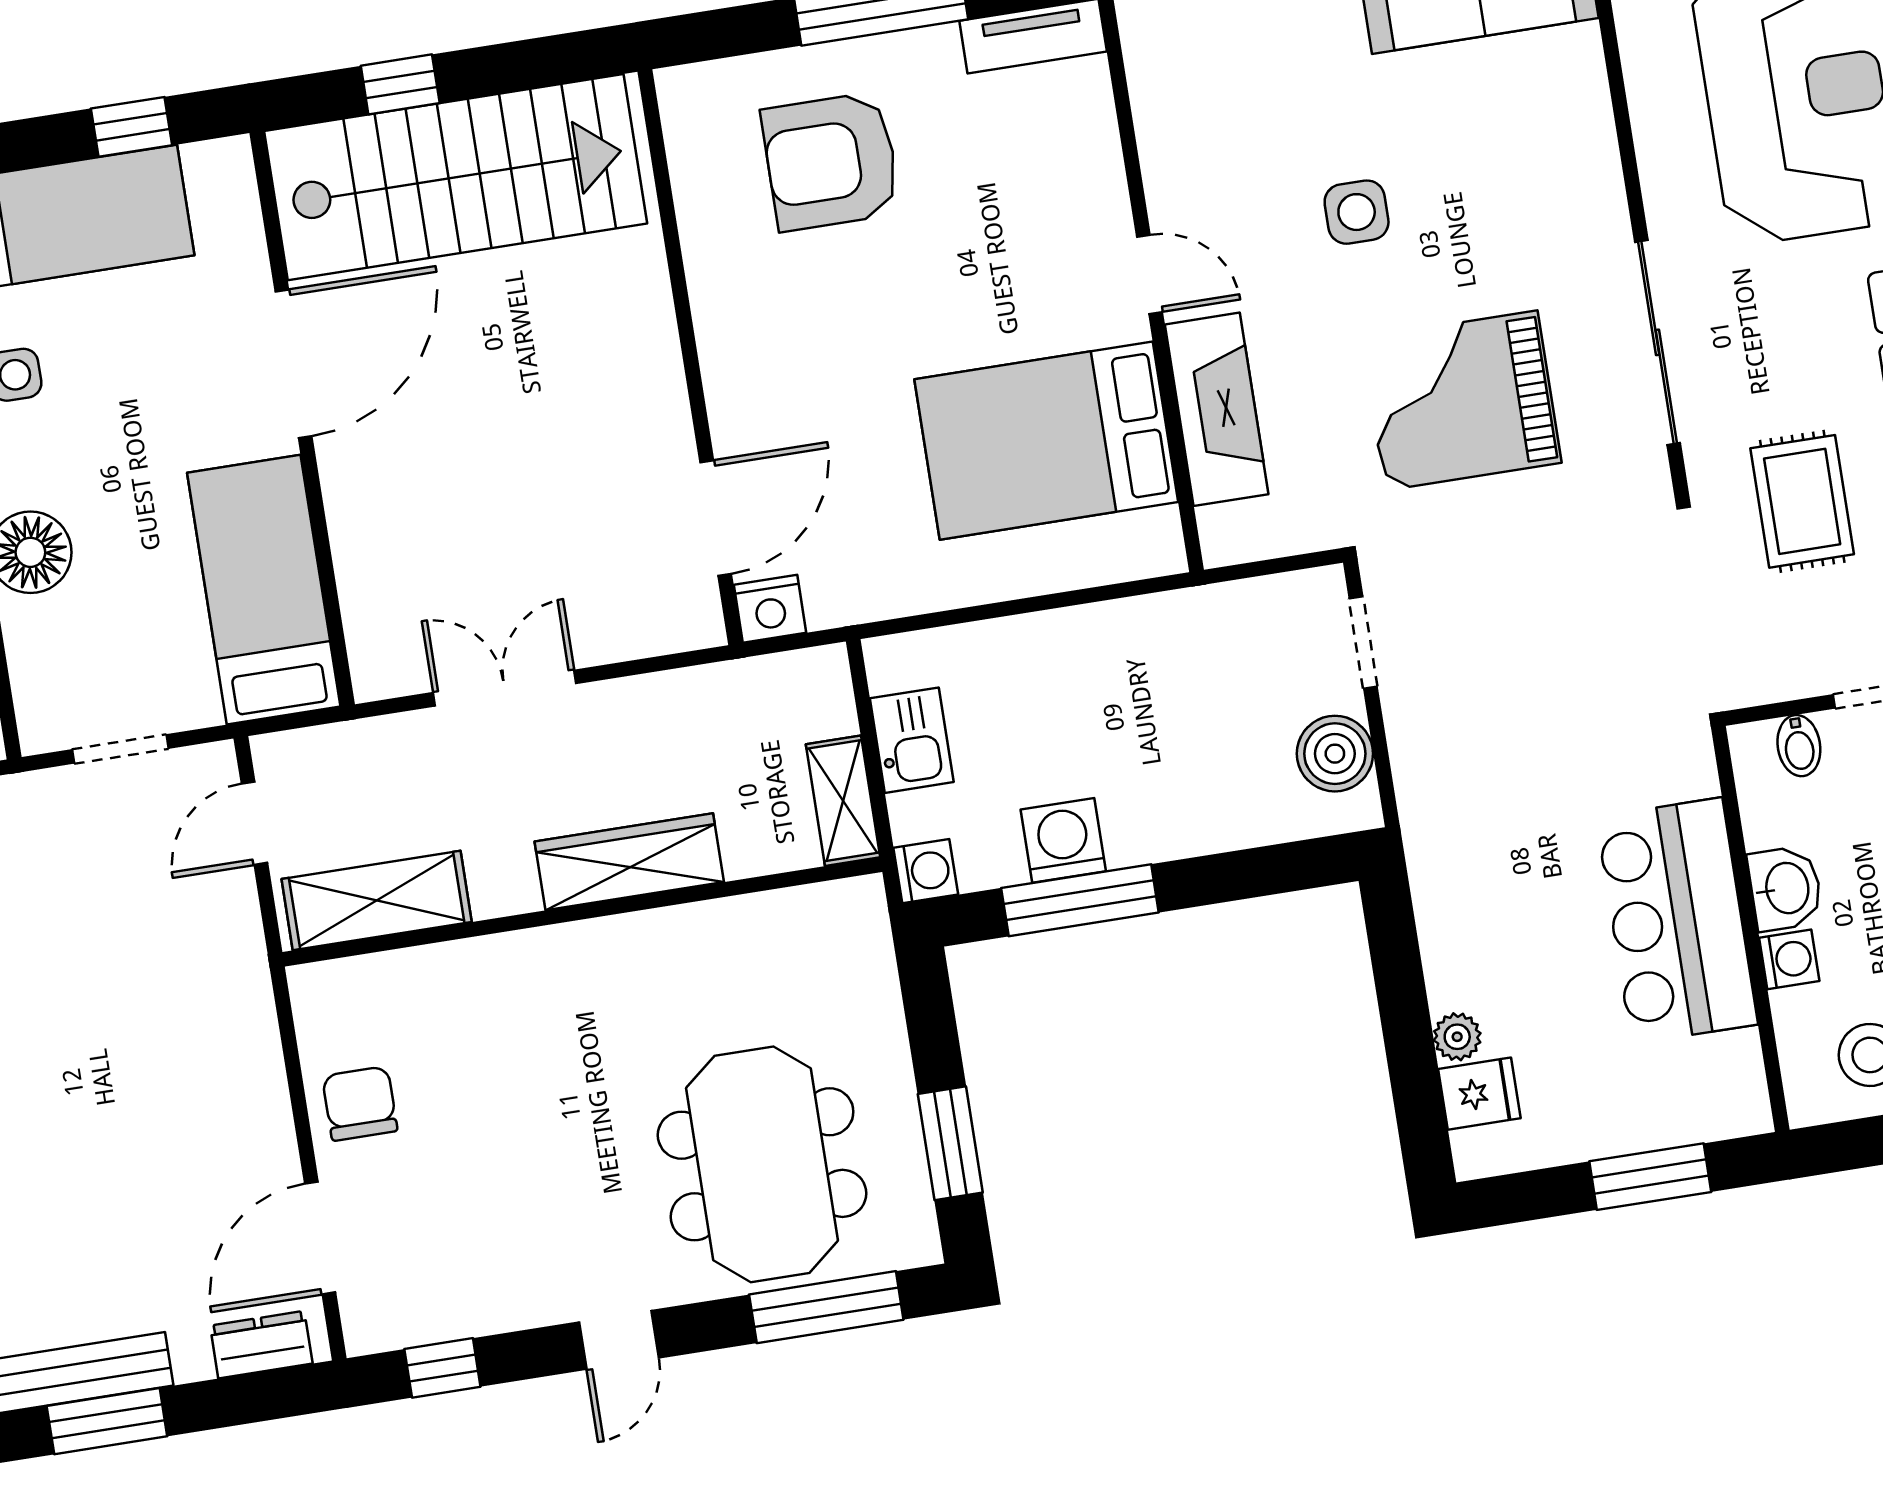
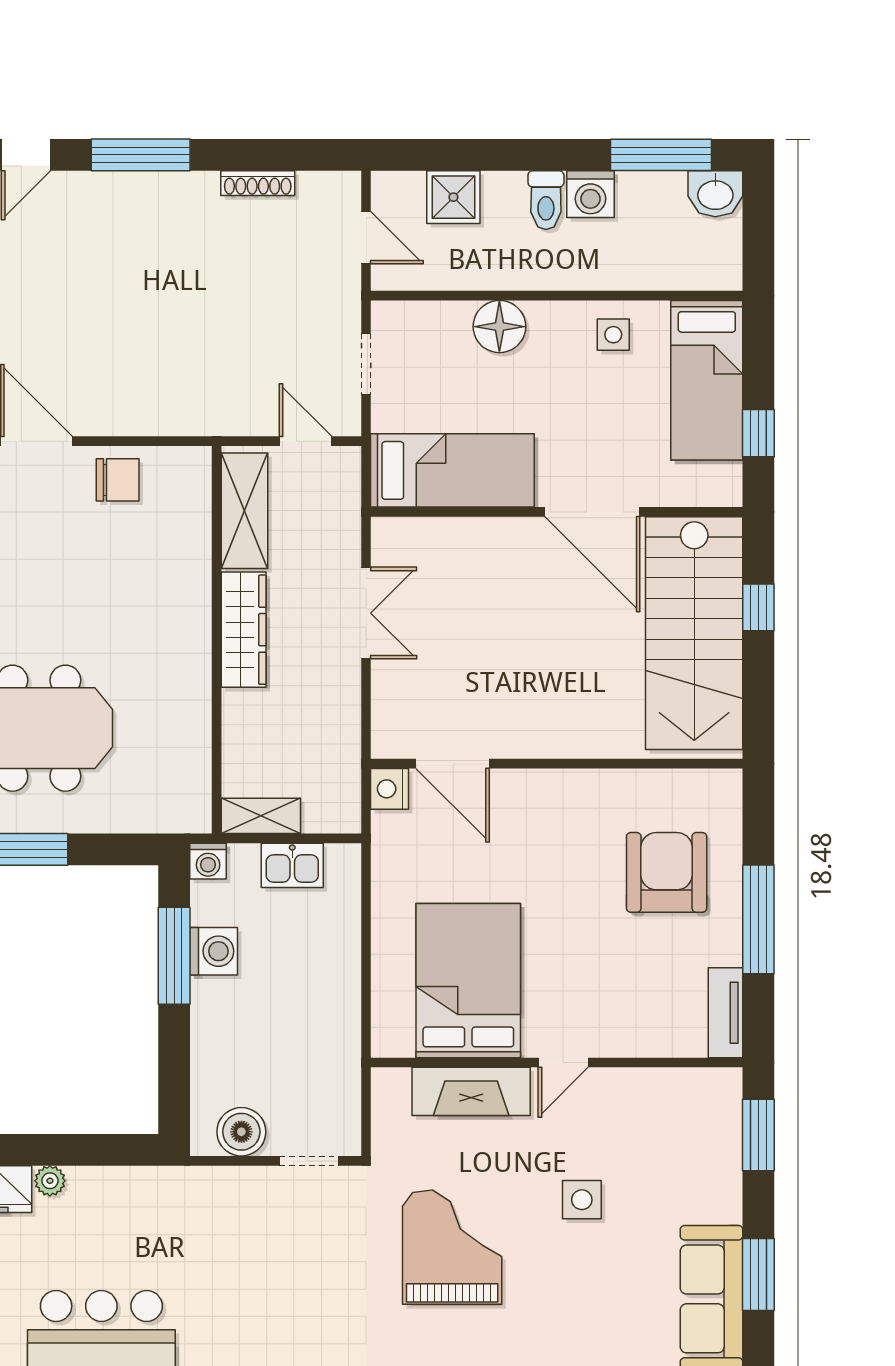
wardrobe: (629, 862) -> (244, 630), moved

